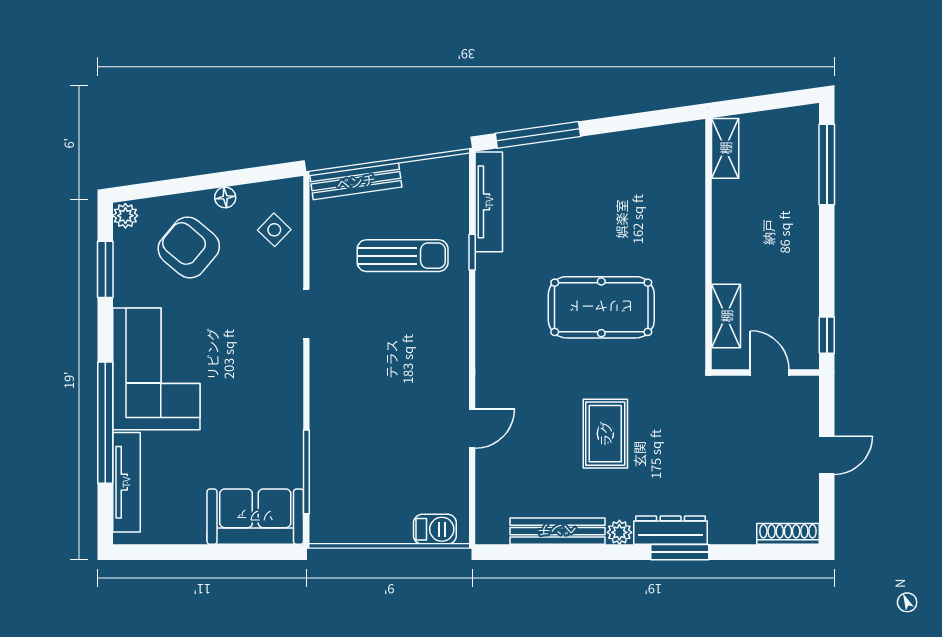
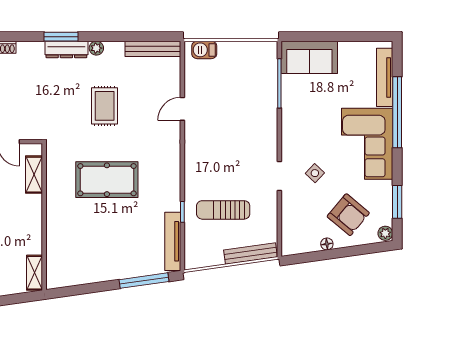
side table: (274, 230) -> (315, 173), moved
bench: (557, 531) -> (153, 49), moved

